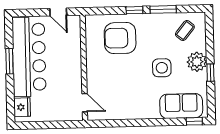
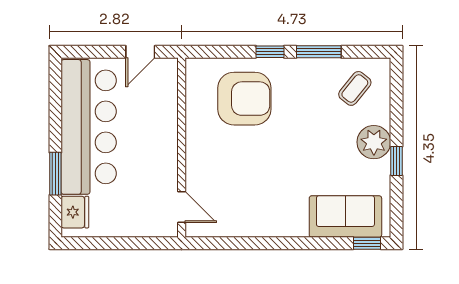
door: (58, 12) -> (140, 52), hinge flipped
armchair: (120, 38) -> (244, 99), turned 180
window: (9, 61) -> (55, 174), moved
side table: (162, 68) -> (314, 151), removed

